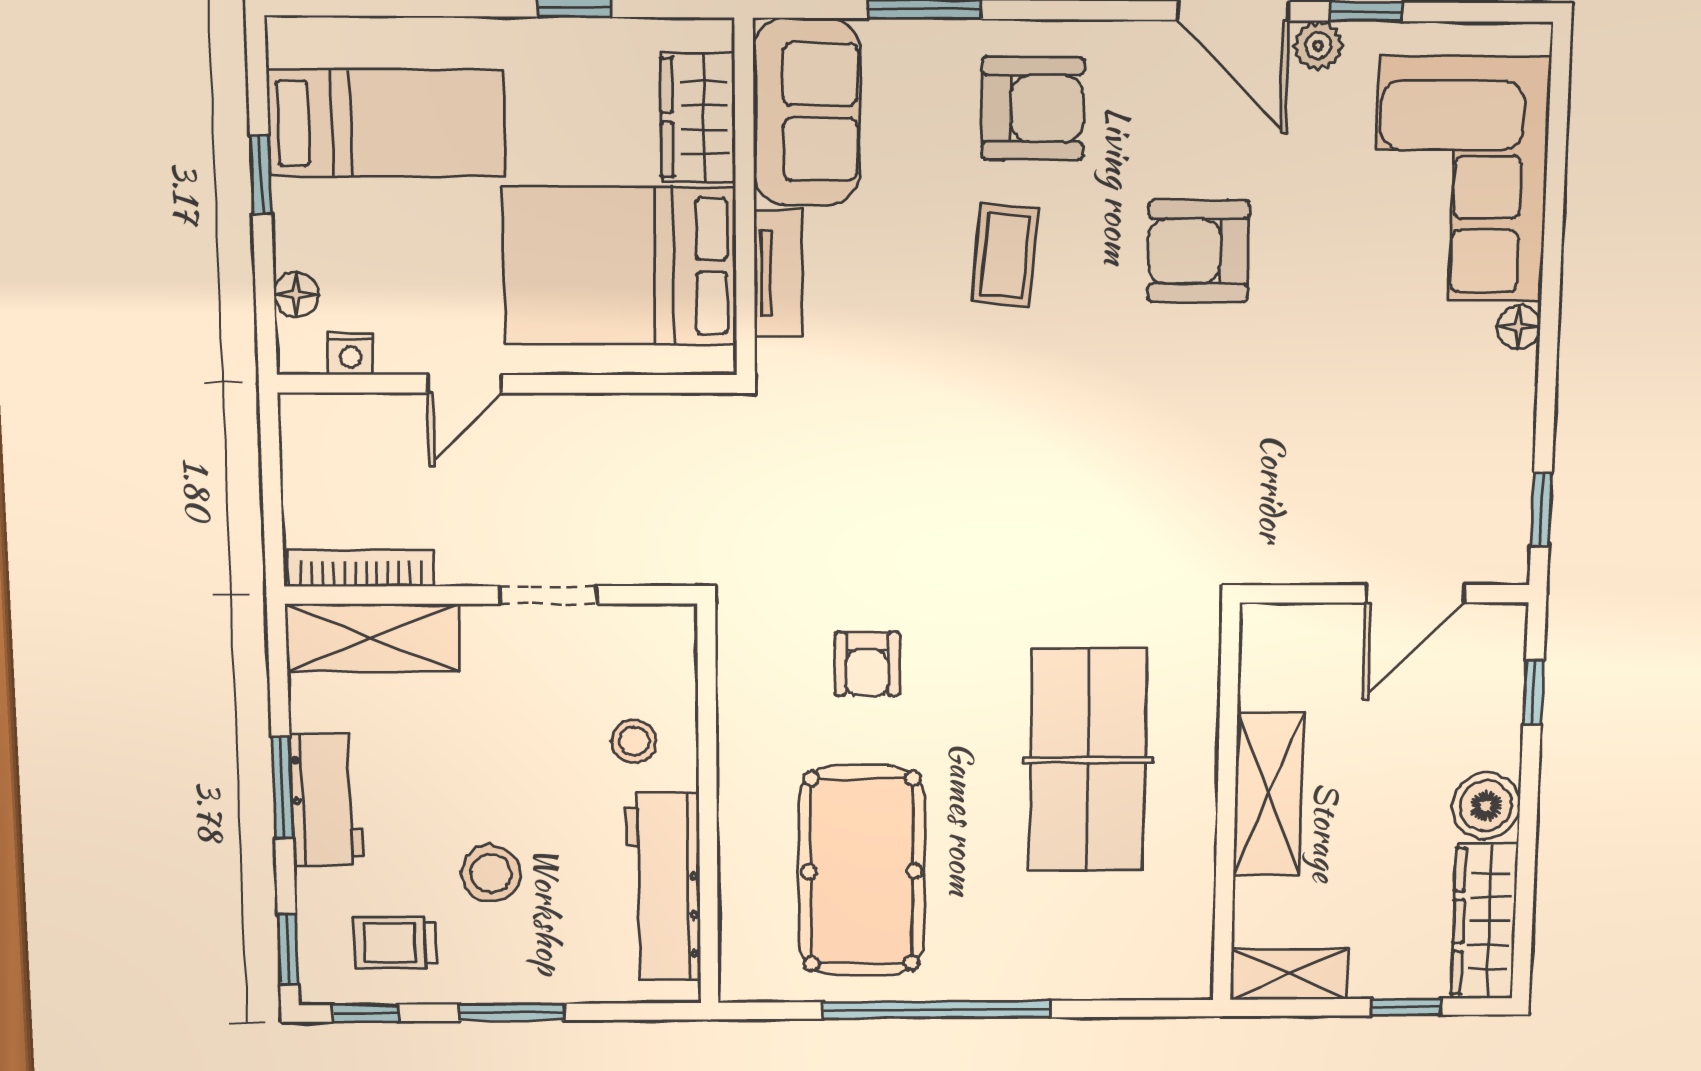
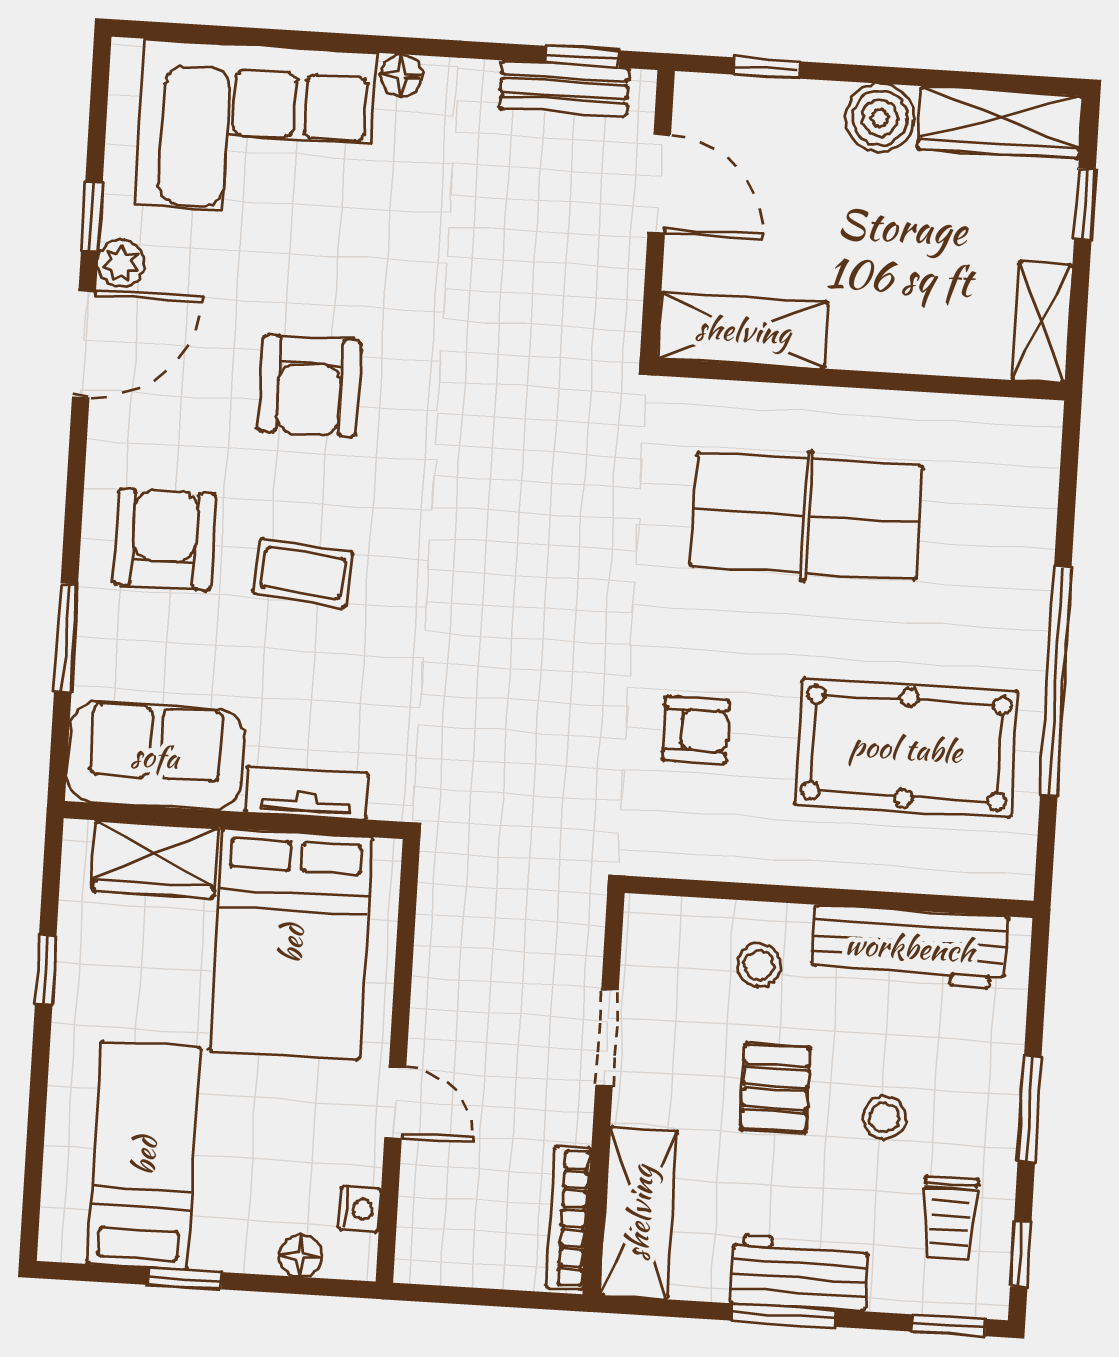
bench: (1509, 493) -> (564, 89), added
pallet: (511, 765) -> (775, 1088), added
shelving: (1268, 794) -> (743, 330), moved
stool: (491, 873) -> (884, 1117), width x0.73, depth x0.73

